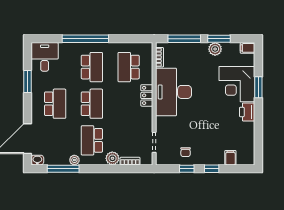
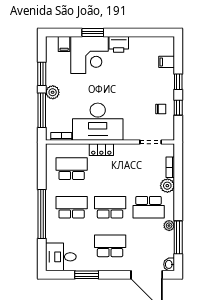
filing cabinet: (248, 48) -> (64, 44), moved
plant: (215, 49) -> (53, 92), moved
school desk: (129, 67) -> (72, 169), turned 180

